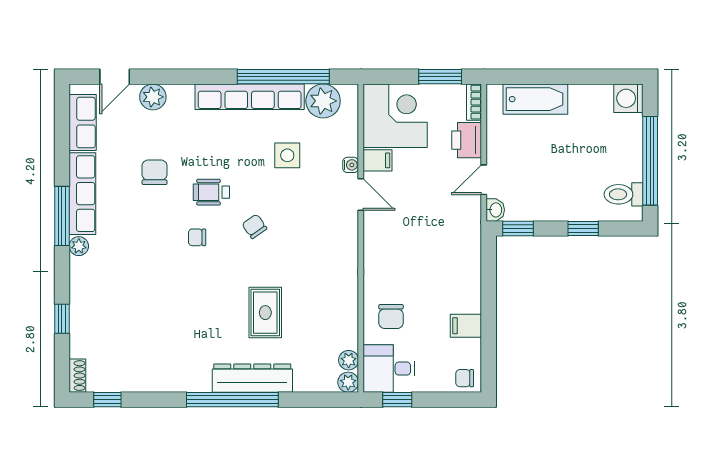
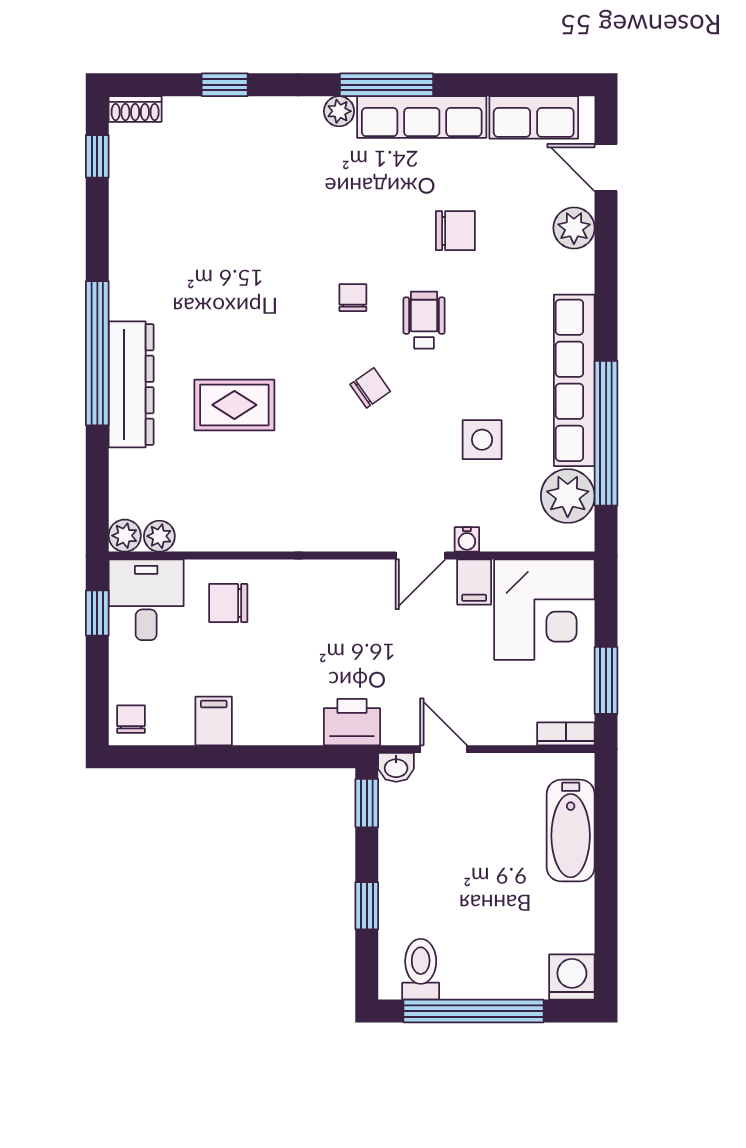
printer: (467, 140) -> (352, 722), moved

